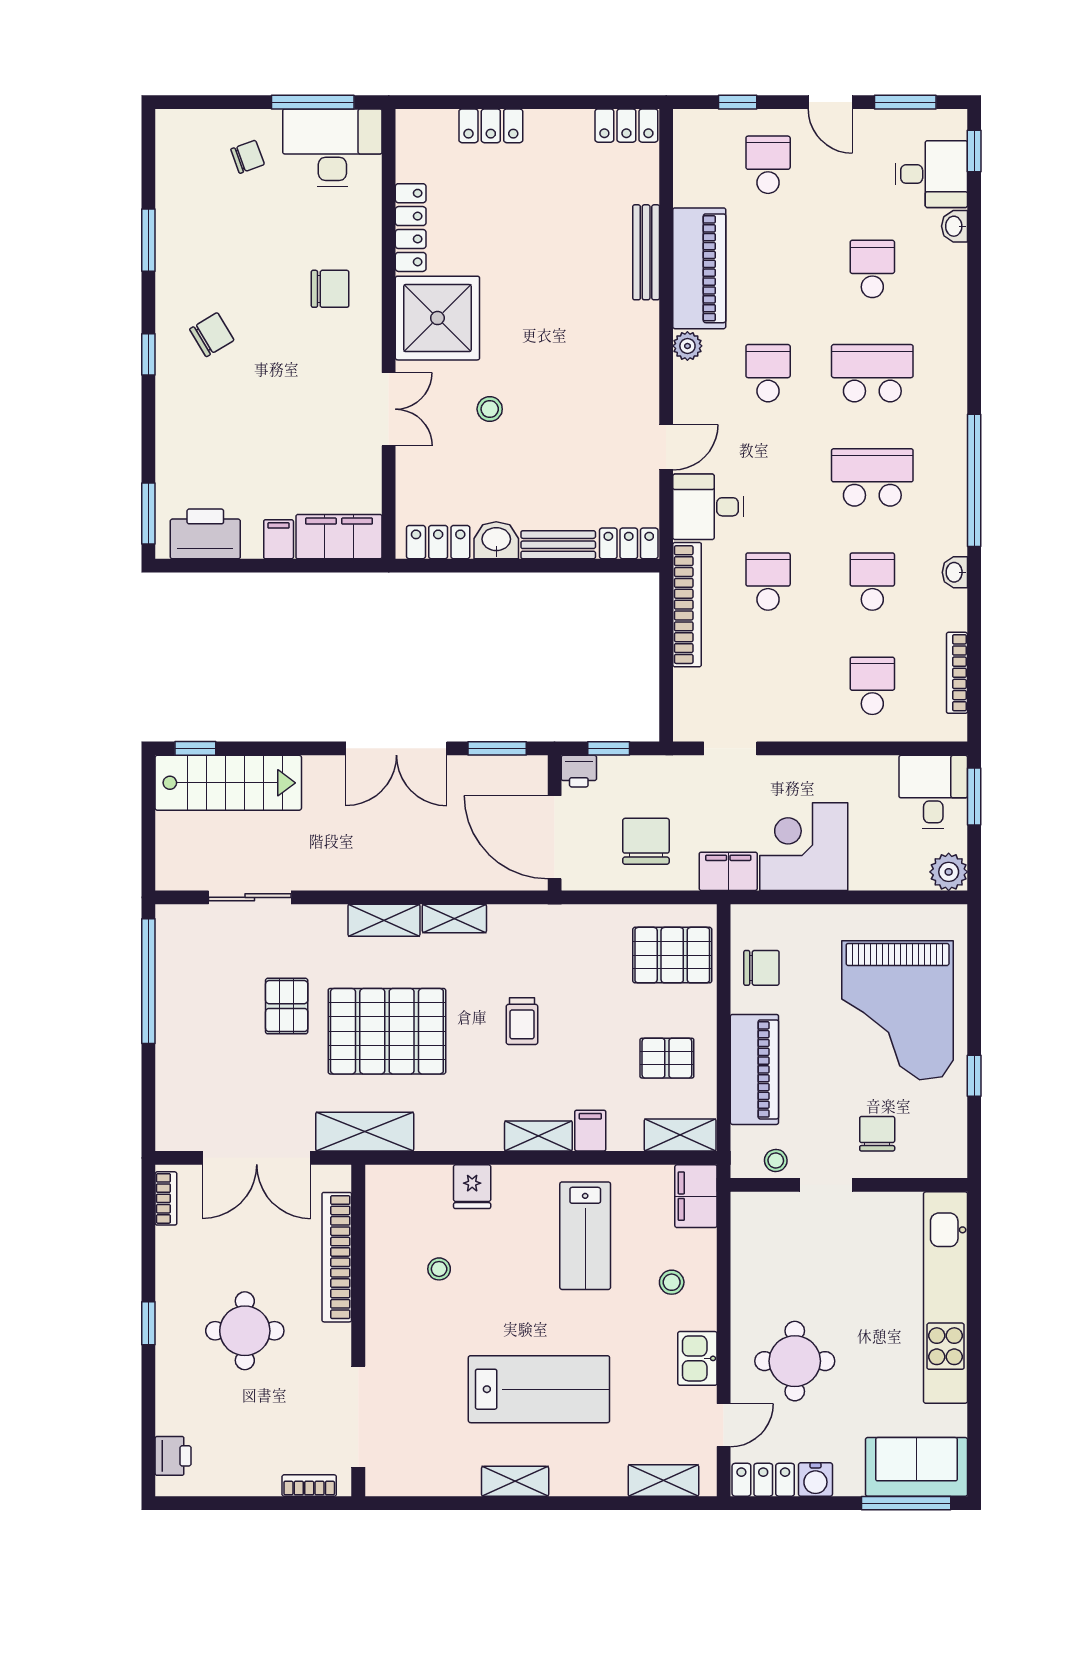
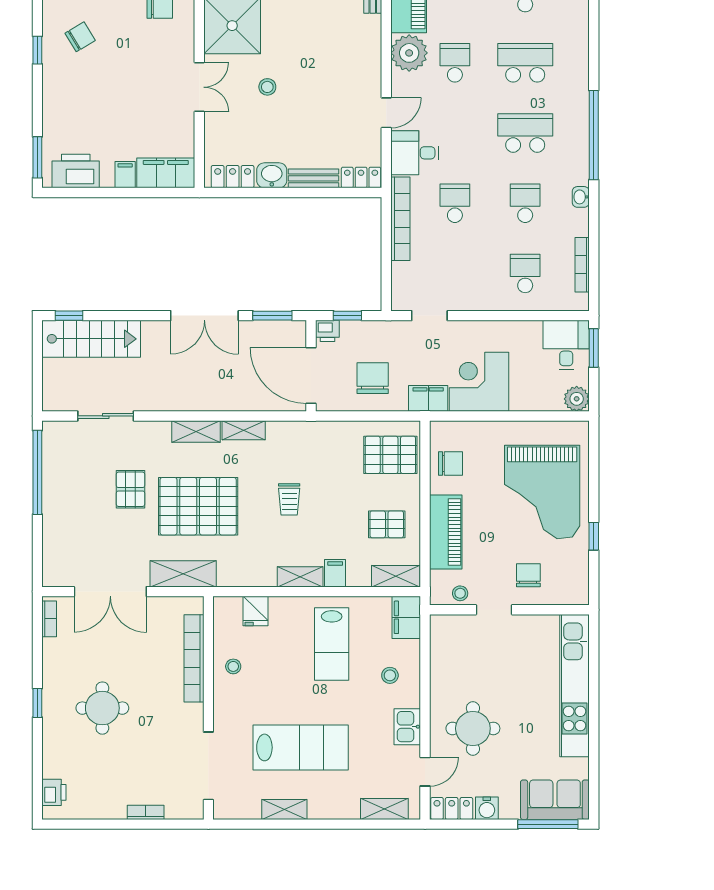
plant: (687, 346) -> (409, 53), width x1.88, depth x1.88
bookcase: (337, 1257) -> (194, 658), moved
wall: (358, 1330) -> (208, 708), moved
doorway: (358, 1417) -> (208, 766), moved

